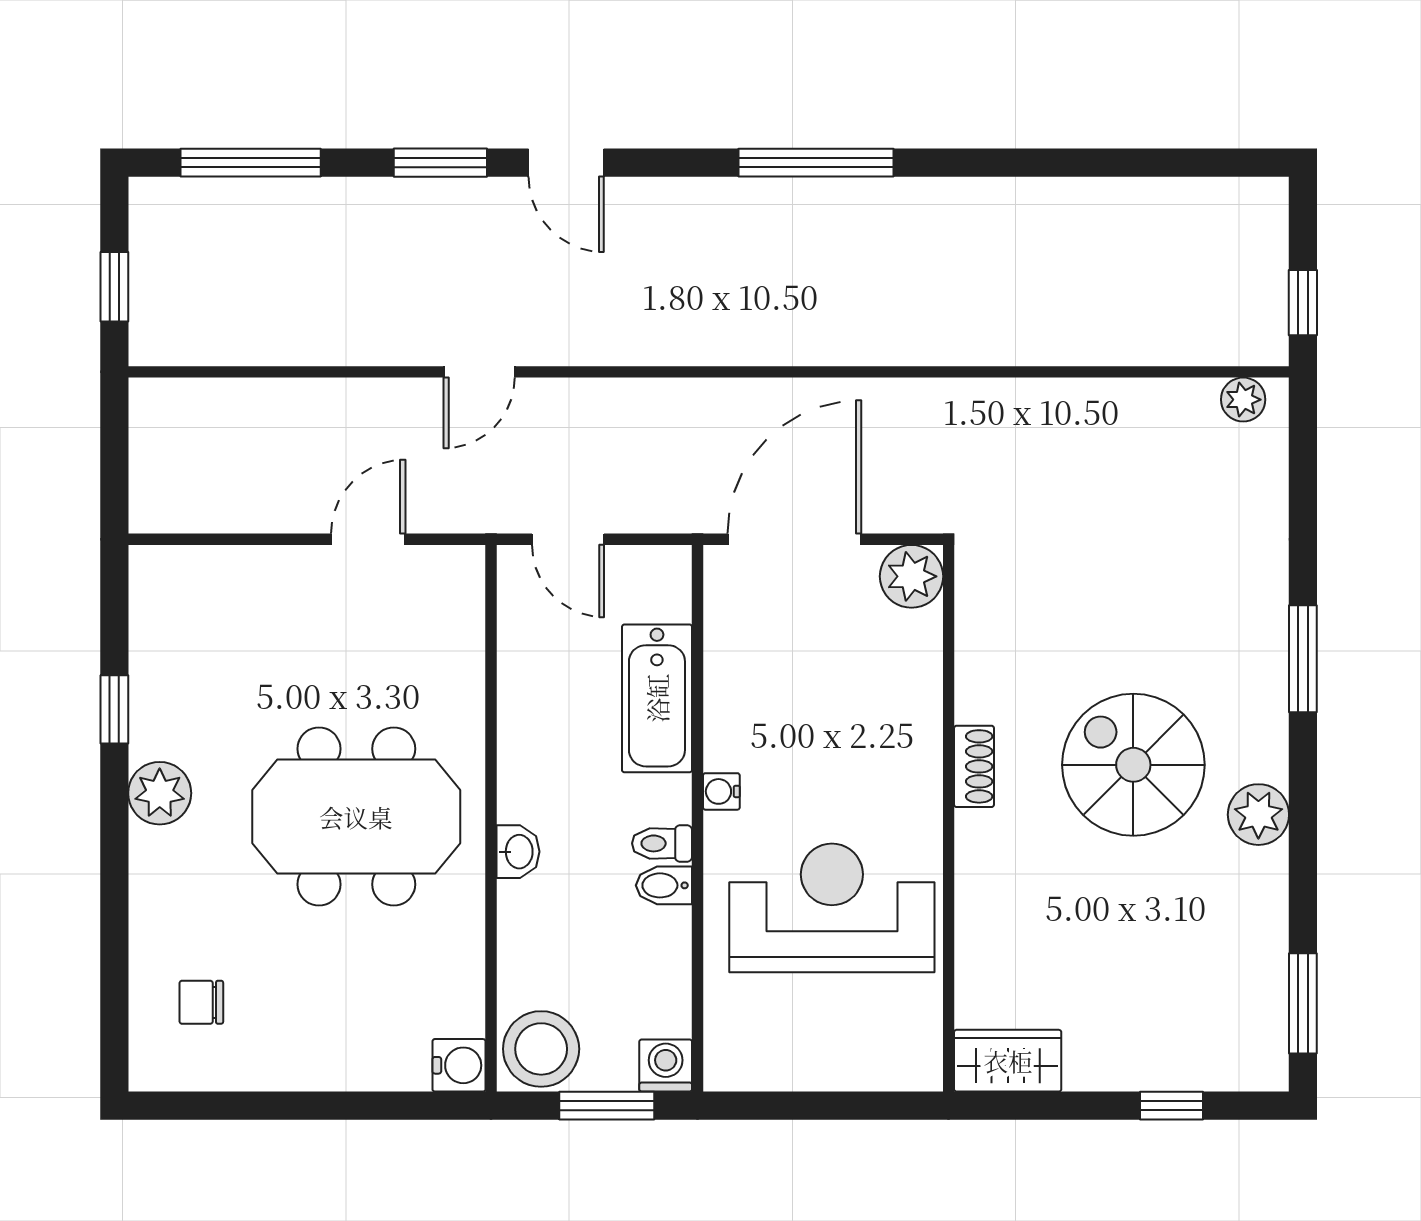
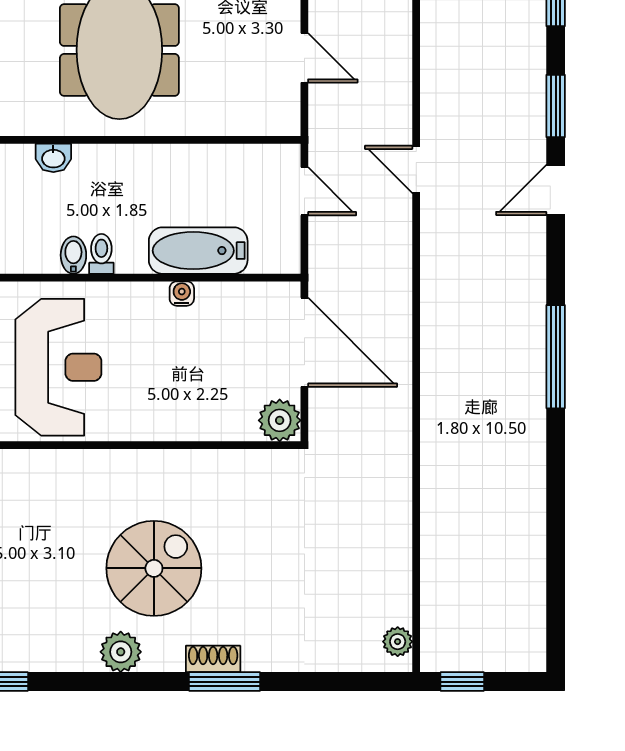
door: (479, 372) -> (416, 169), moved
door: (568, 539) -> (304, 191), swing flipped
shoe rack: (974, 766) -> (213, 659), moved, turned 180
water cooler: (721, 791) -> (182, 294), moved
washbasin: (518, 852) -> (53, 158), moved

